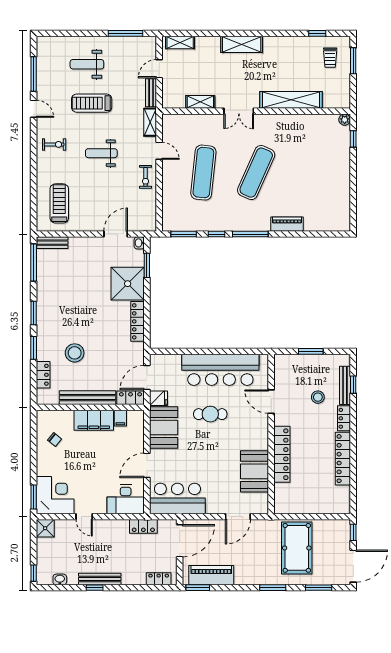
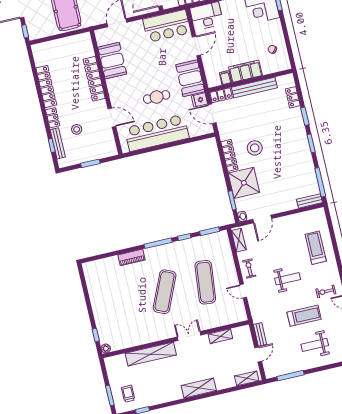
weight bench: (87, 64) -> (315, 345), turned 180
shelving: (150, 122) -> (239, 240), moved
exercise bike: (54, 144) -> (326, 291), moved
treadmill: (59, 203) -> (316, 248), moved, turned 180
stool: (75, 353) -> (255, 148), moved
door: (147, 378) -> (212, 114), swing flipped

